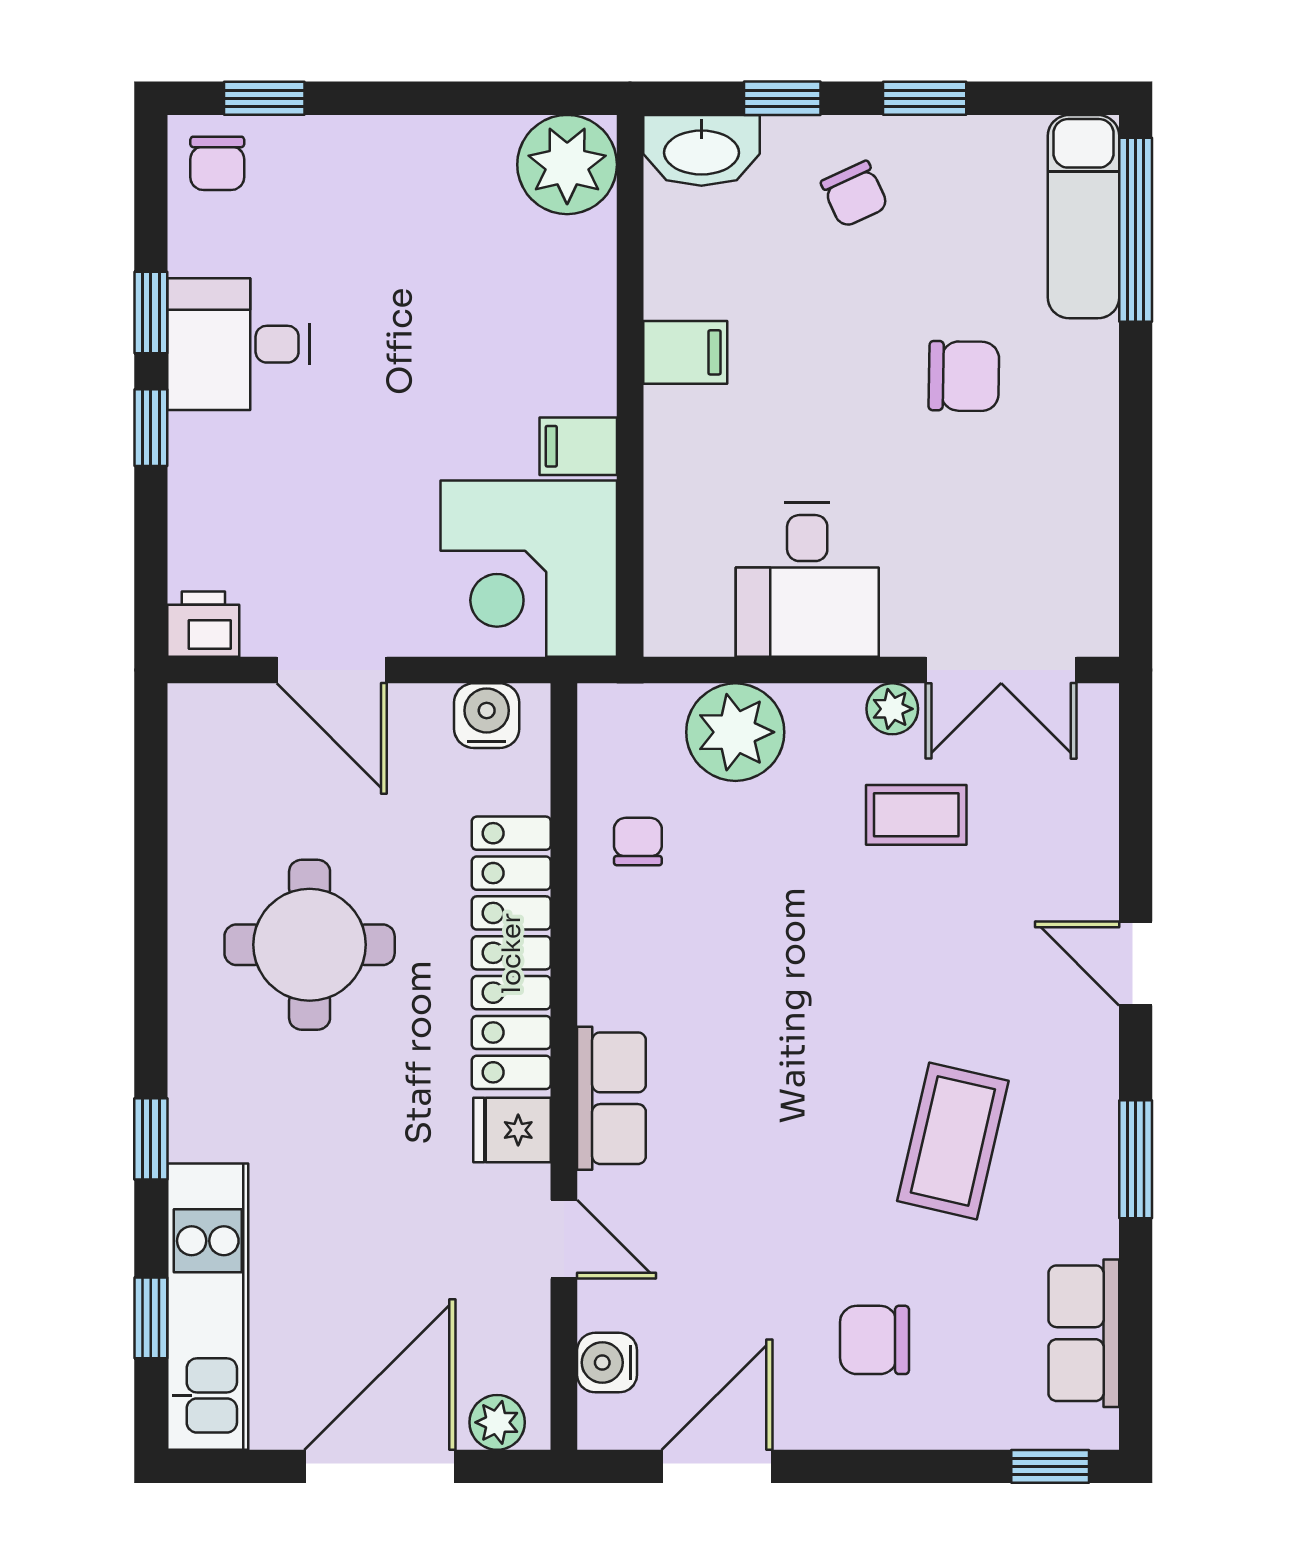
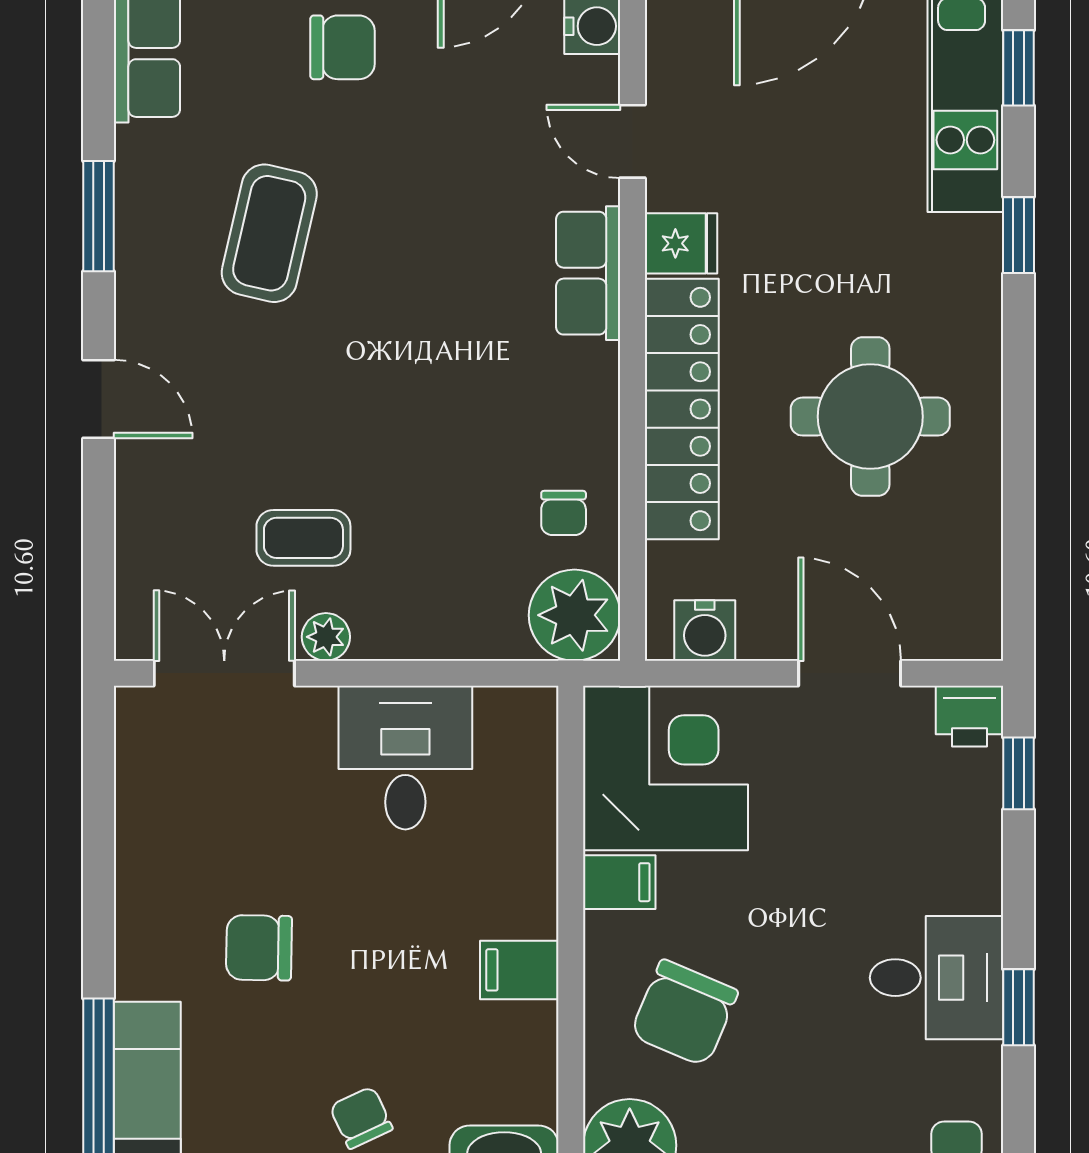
chair: (509, 306) -> (684, 1013), added
window: (151, 428) -> (1019, 773), moved
plant: (735, 732) -> (575, 615), moved

